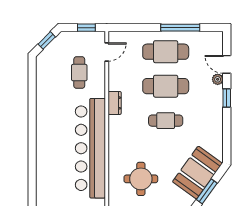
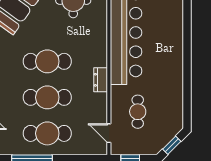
door: (107, 52) -> (109, 133), hinge flipped
cafe table: (166, 121) -> (47, 61), width x1.37, depth x1.35

